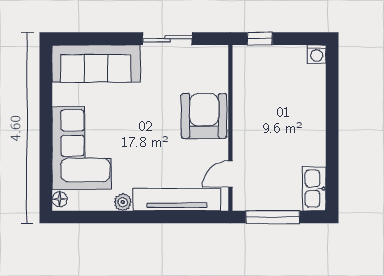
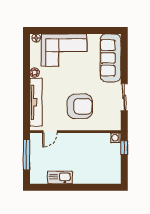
washing machine: (317, 54) -> (116, 138), moved
armchair: (204, 116) -> (80, 106), moved
door: (230, 174) -> (50, 132), swing flipped
kitchen sink: (314, 189) -> (60, 178), moved

